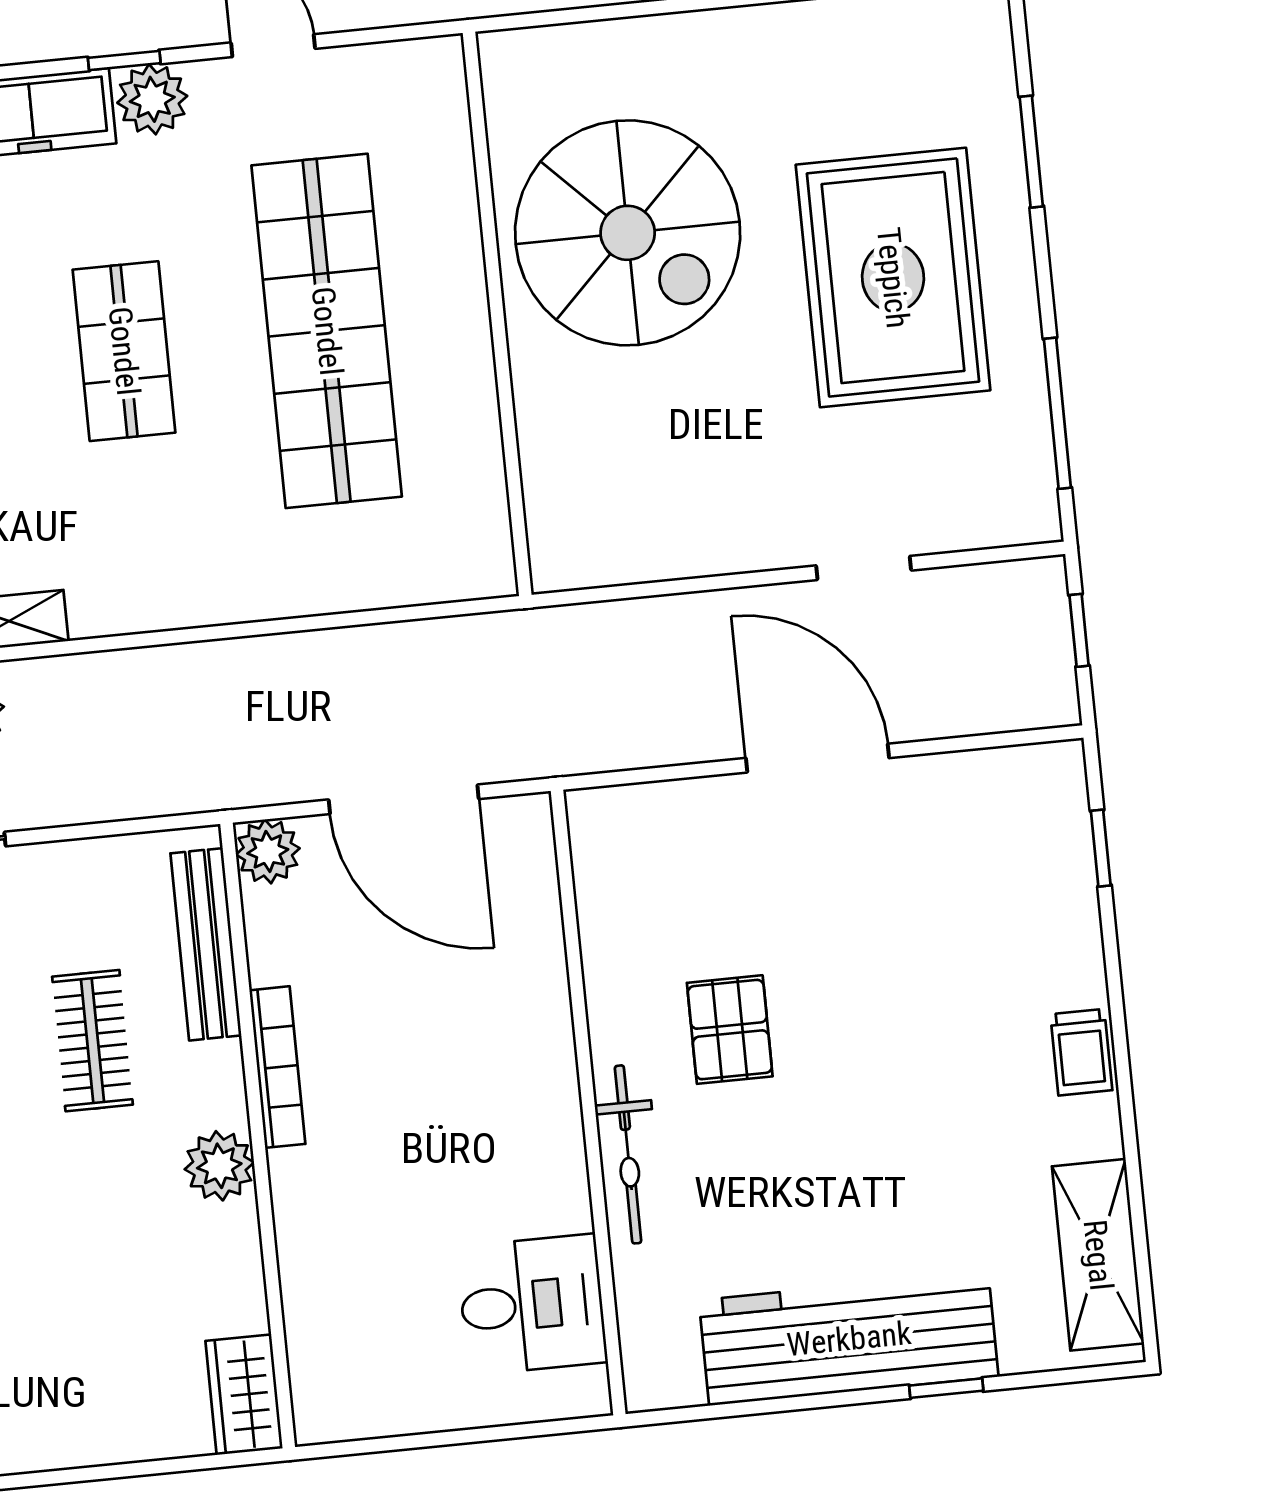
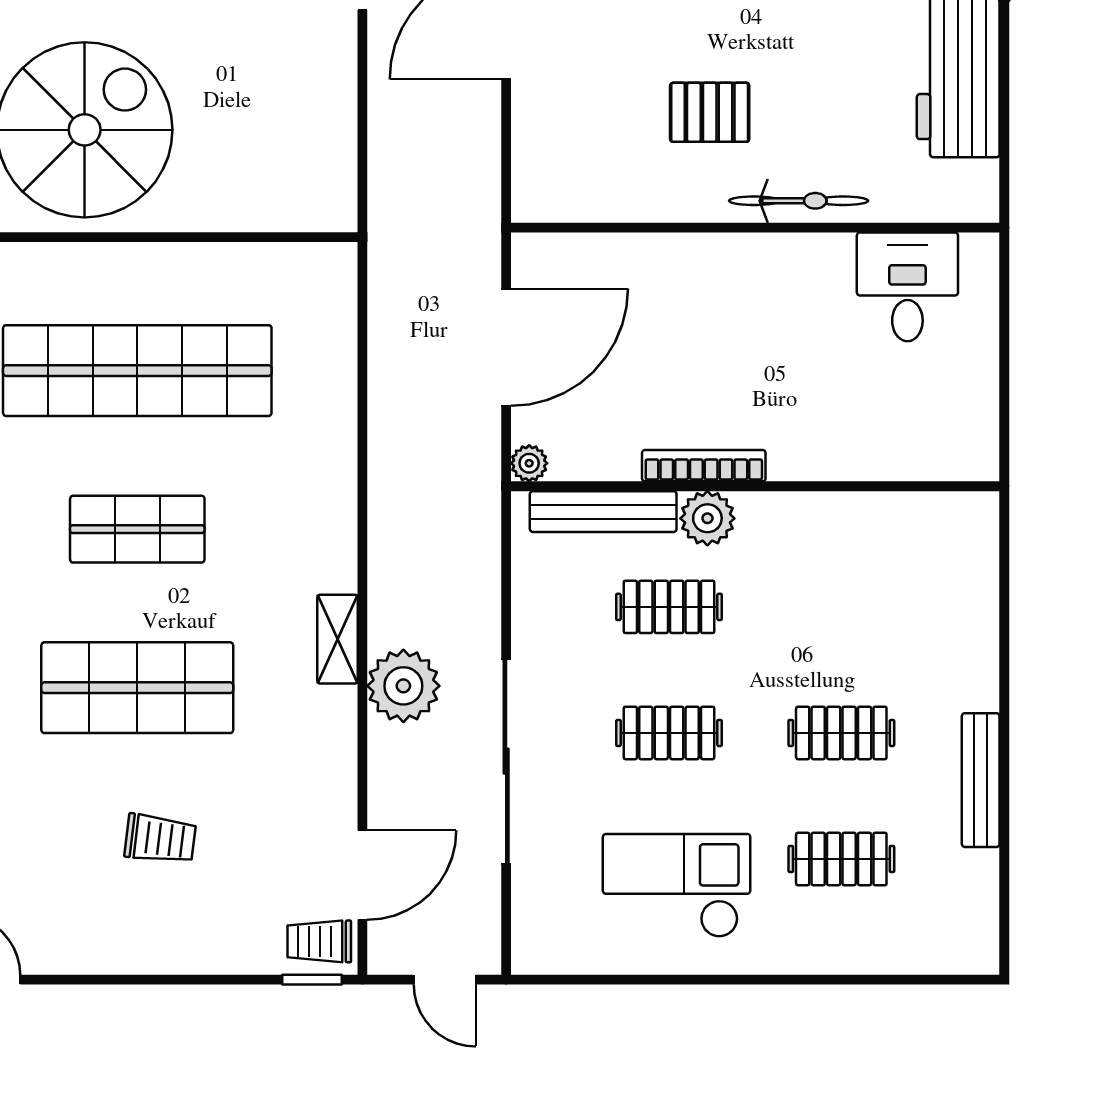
plant: (268, 851) -> (529, 463), width x0.73, depth x0.73
plant: (219, 1166) -> (707, 518), moved
wardrobe: (244, 1395) -> (955, 517), removed

